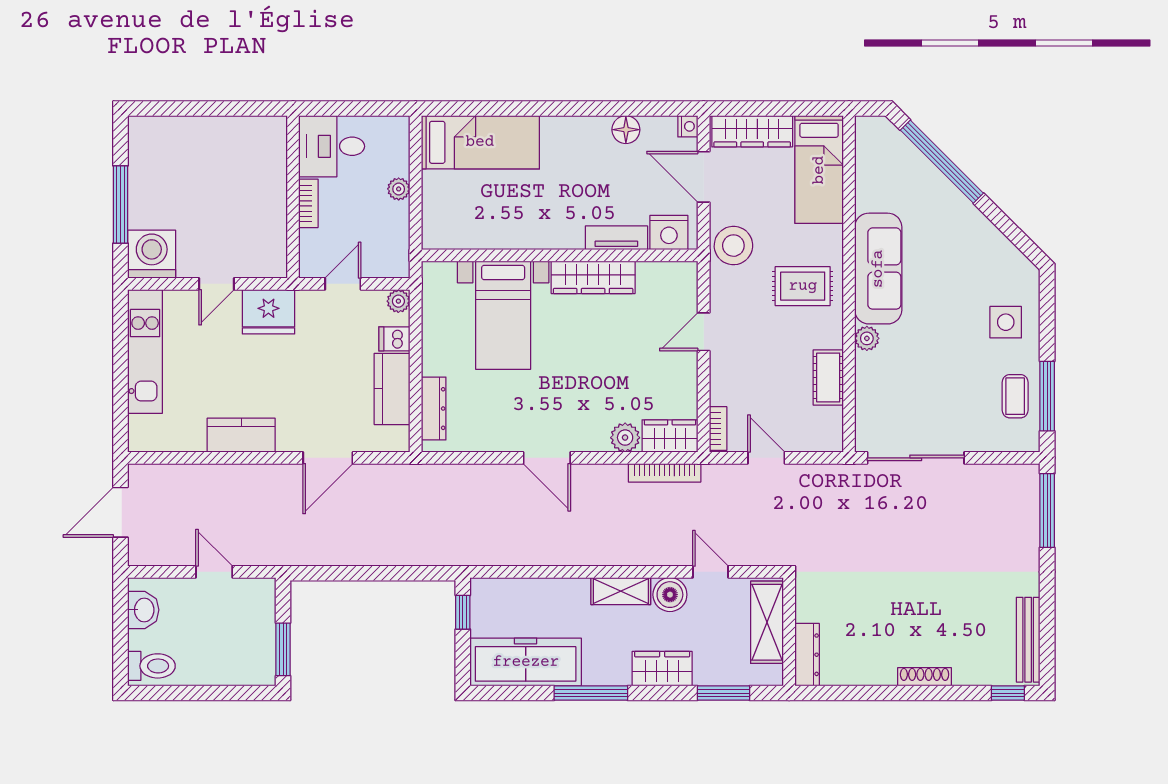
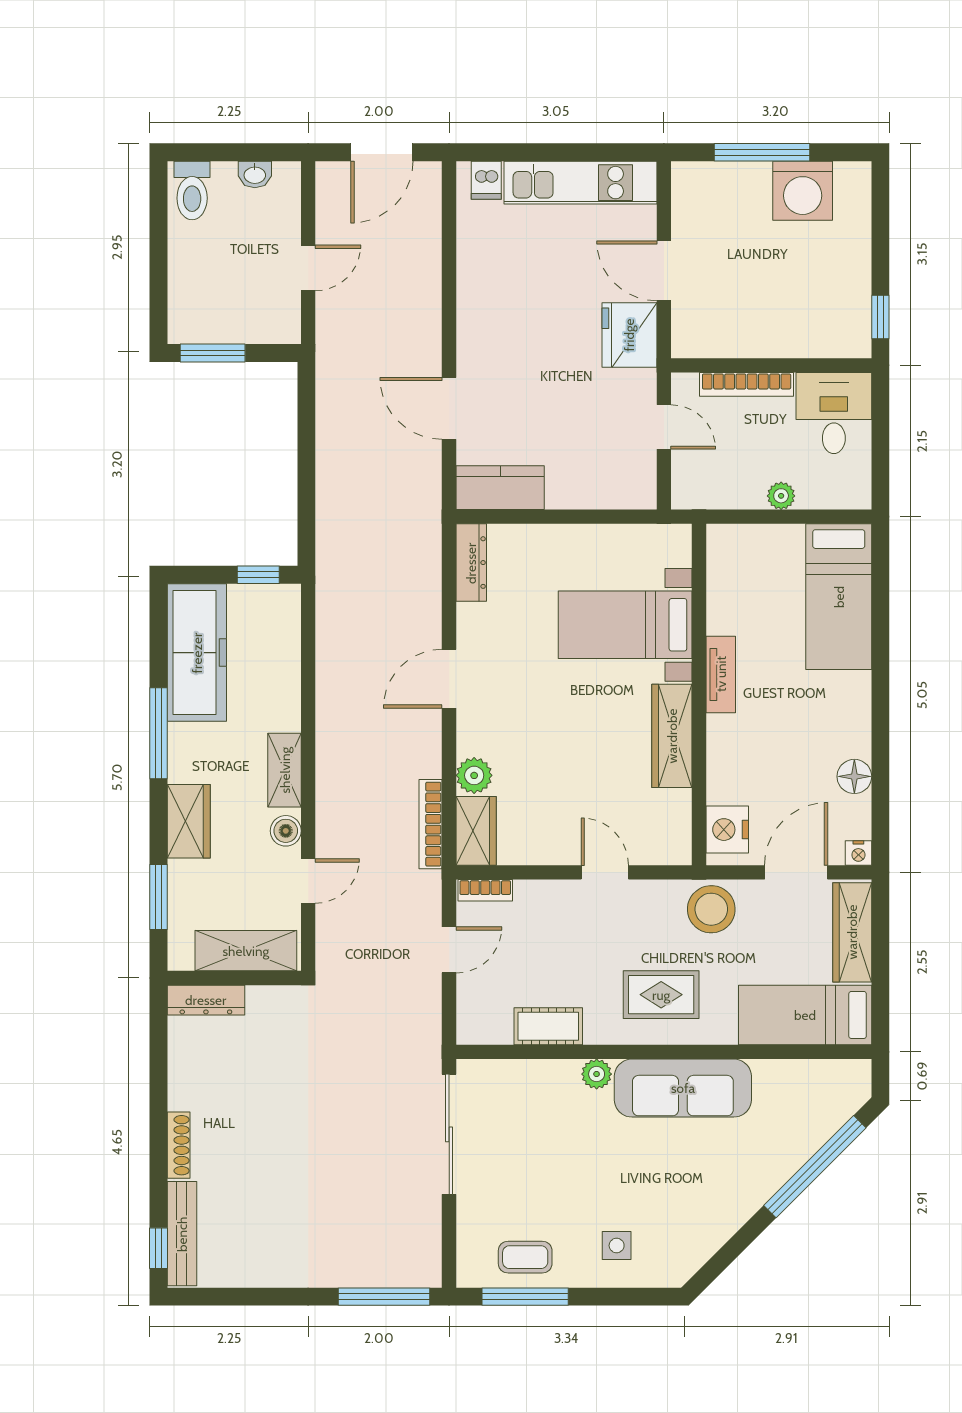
window: (254, 109) -> (880, 317), added
bookcase: (308, 203) -> (747, 384), width x1.56
tv unit: (616, 238) -> (721, 674), moved
washing machine: (152, 254) -> (803, 191), moved, turned 90
door: (216, 284) -> (664, 271), width x1.38
rug: (803, 286) -> (661, 995), turned 90
plant: (398, 301) -> (643, 496), removed
side table: (1006, 322) -> (617, 1246), width x0.73, depth x0.73
dishwasher: (394, 339) -> (486, 180), moved, turned 180
kitchen counter: (392, 389) -> (500, 488), moved
dresser: (434, 409) -> (471, 563), moved, turned -90
kitchen counter: (241, 435) -> (477, 301), removed
door: (120, 512) -> (382, 152), swing flipped
boiler: (670, 595) -> (286, 831), width x0.73, depth x0.73
washbasin: (143, 610) -> (255, 174), width x0.72, depth x0.69
bench: (1028, 640) -> (182, 1234), moved, turned 90

